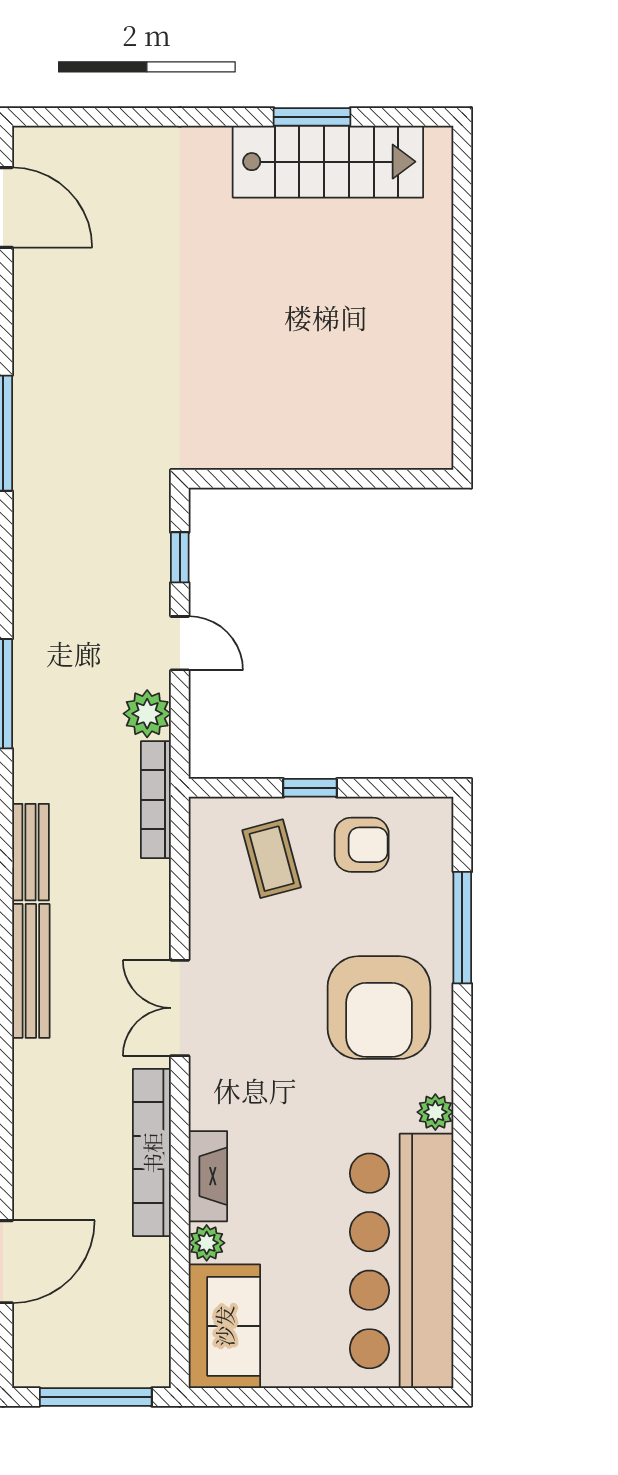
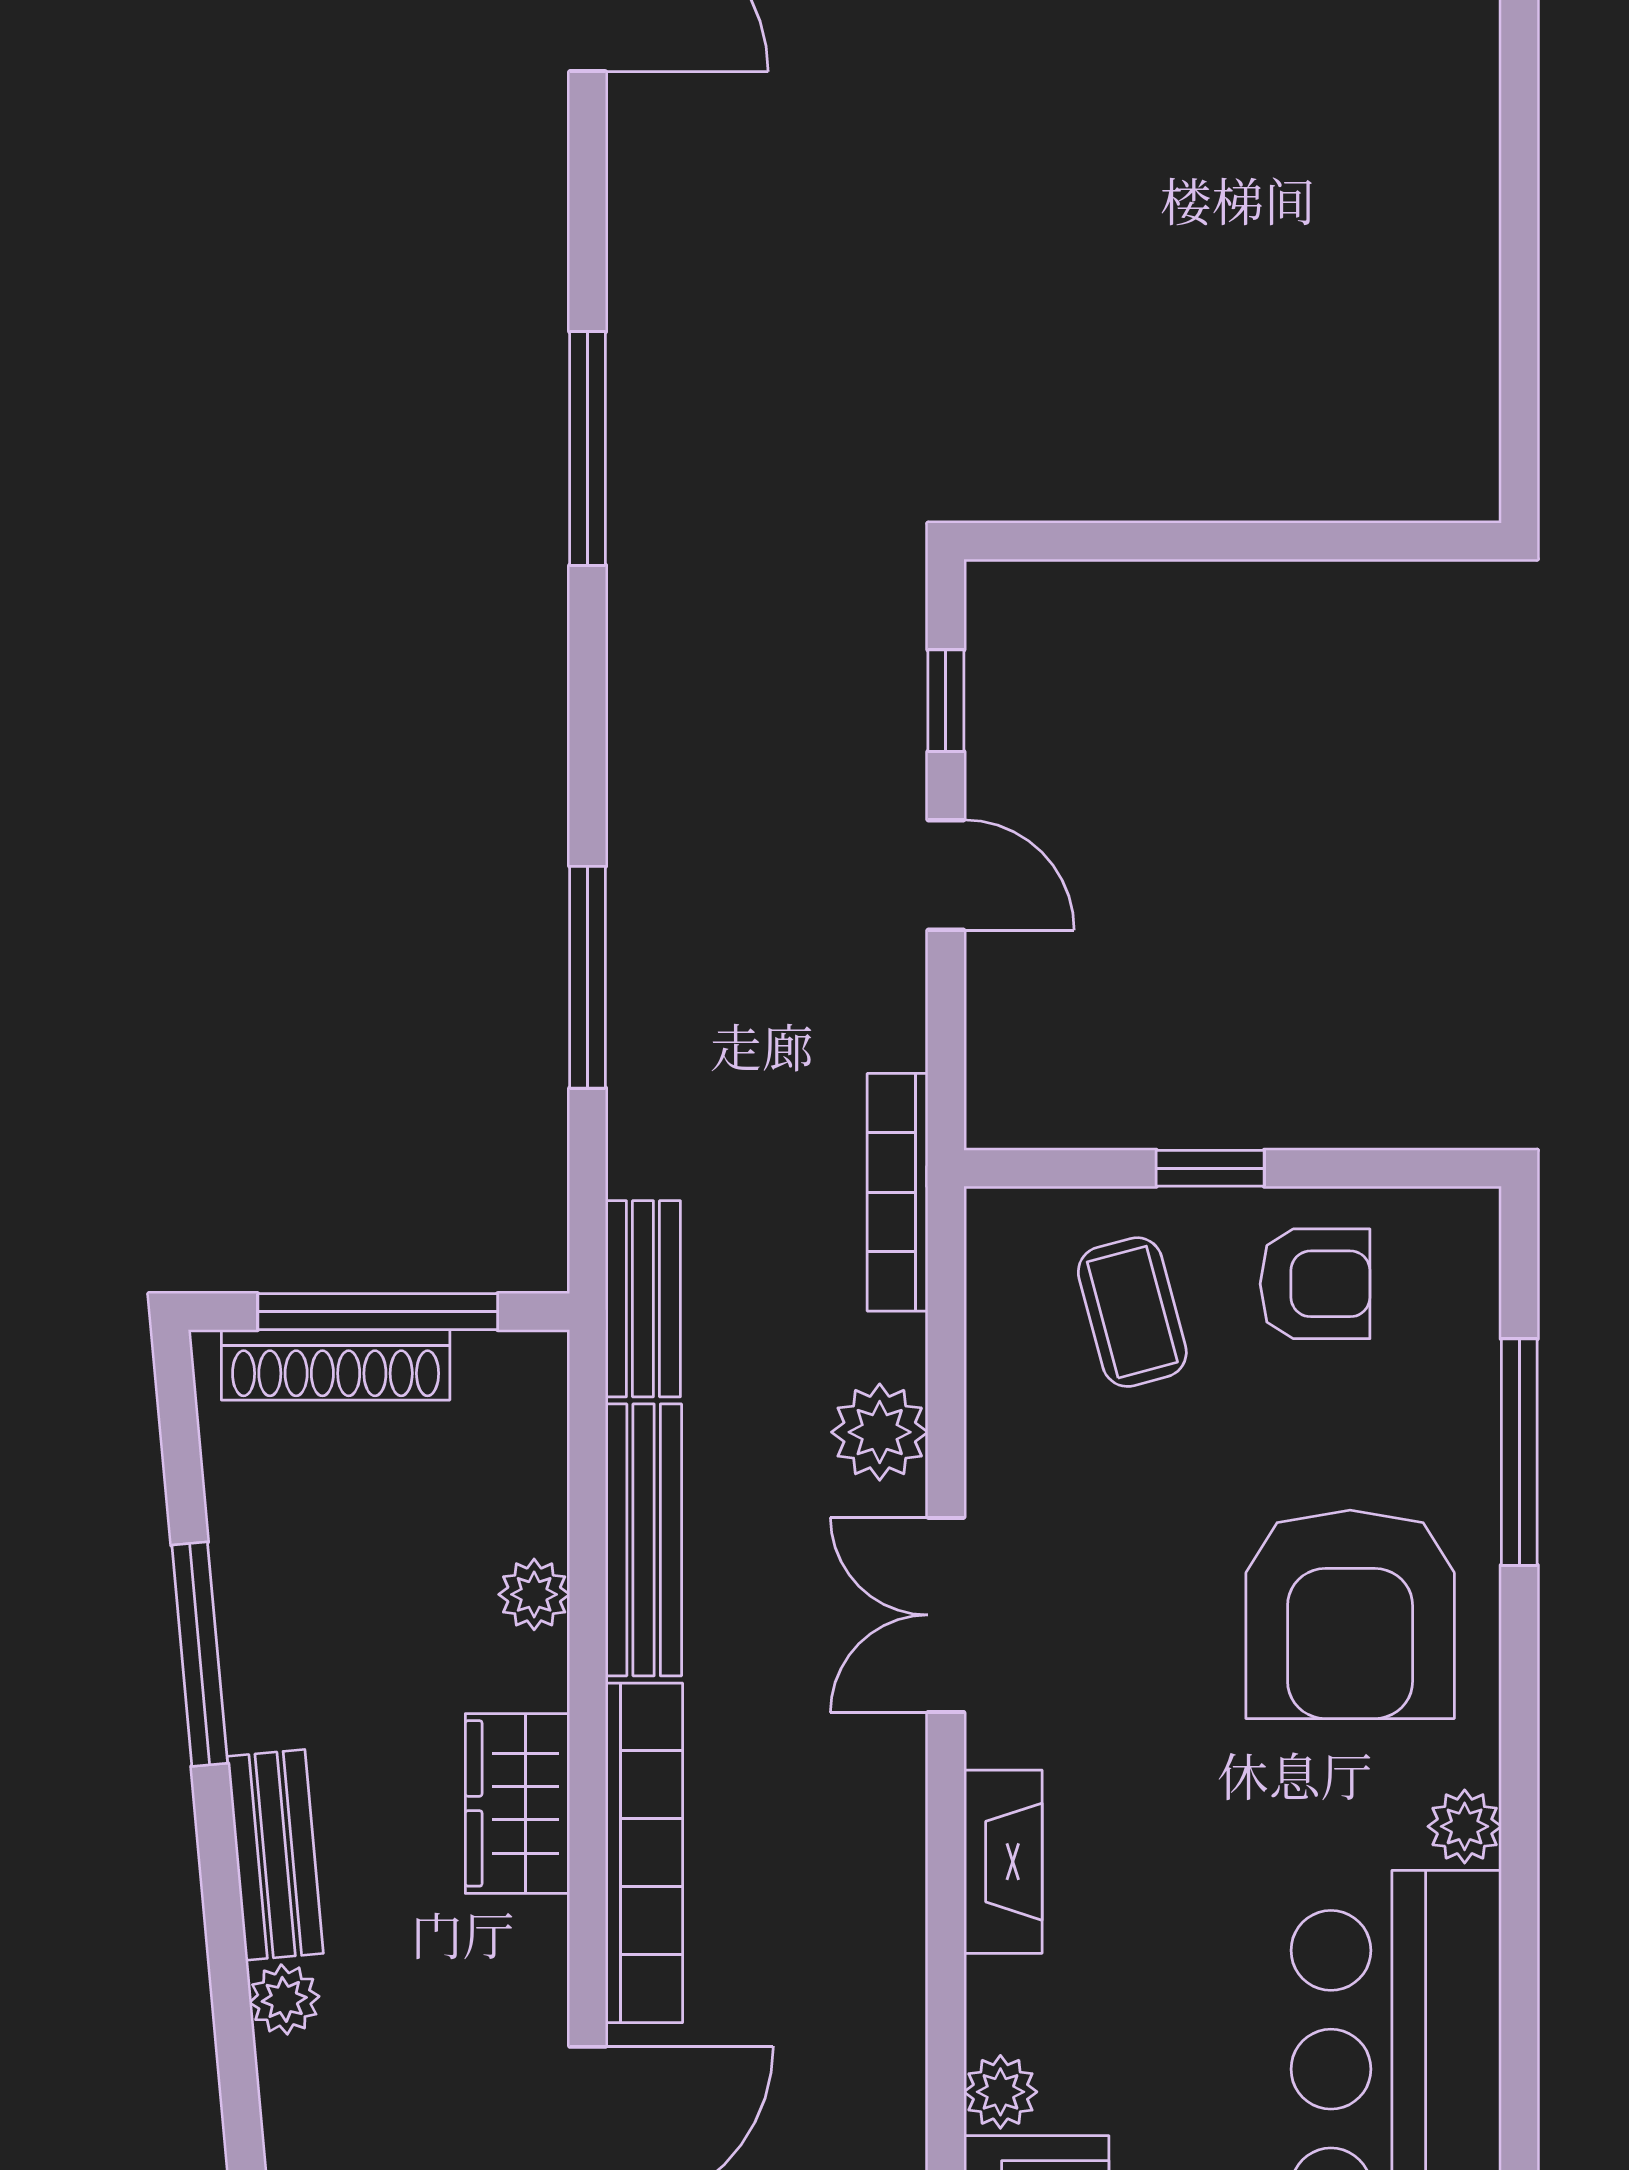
plant: (147, 714) -> (880, 1432), moved
bookcase: (152, 1153) -> (644, 1853), moved, turned 180
fireplace: (208, 1176) -> (1003, 1862), moved

